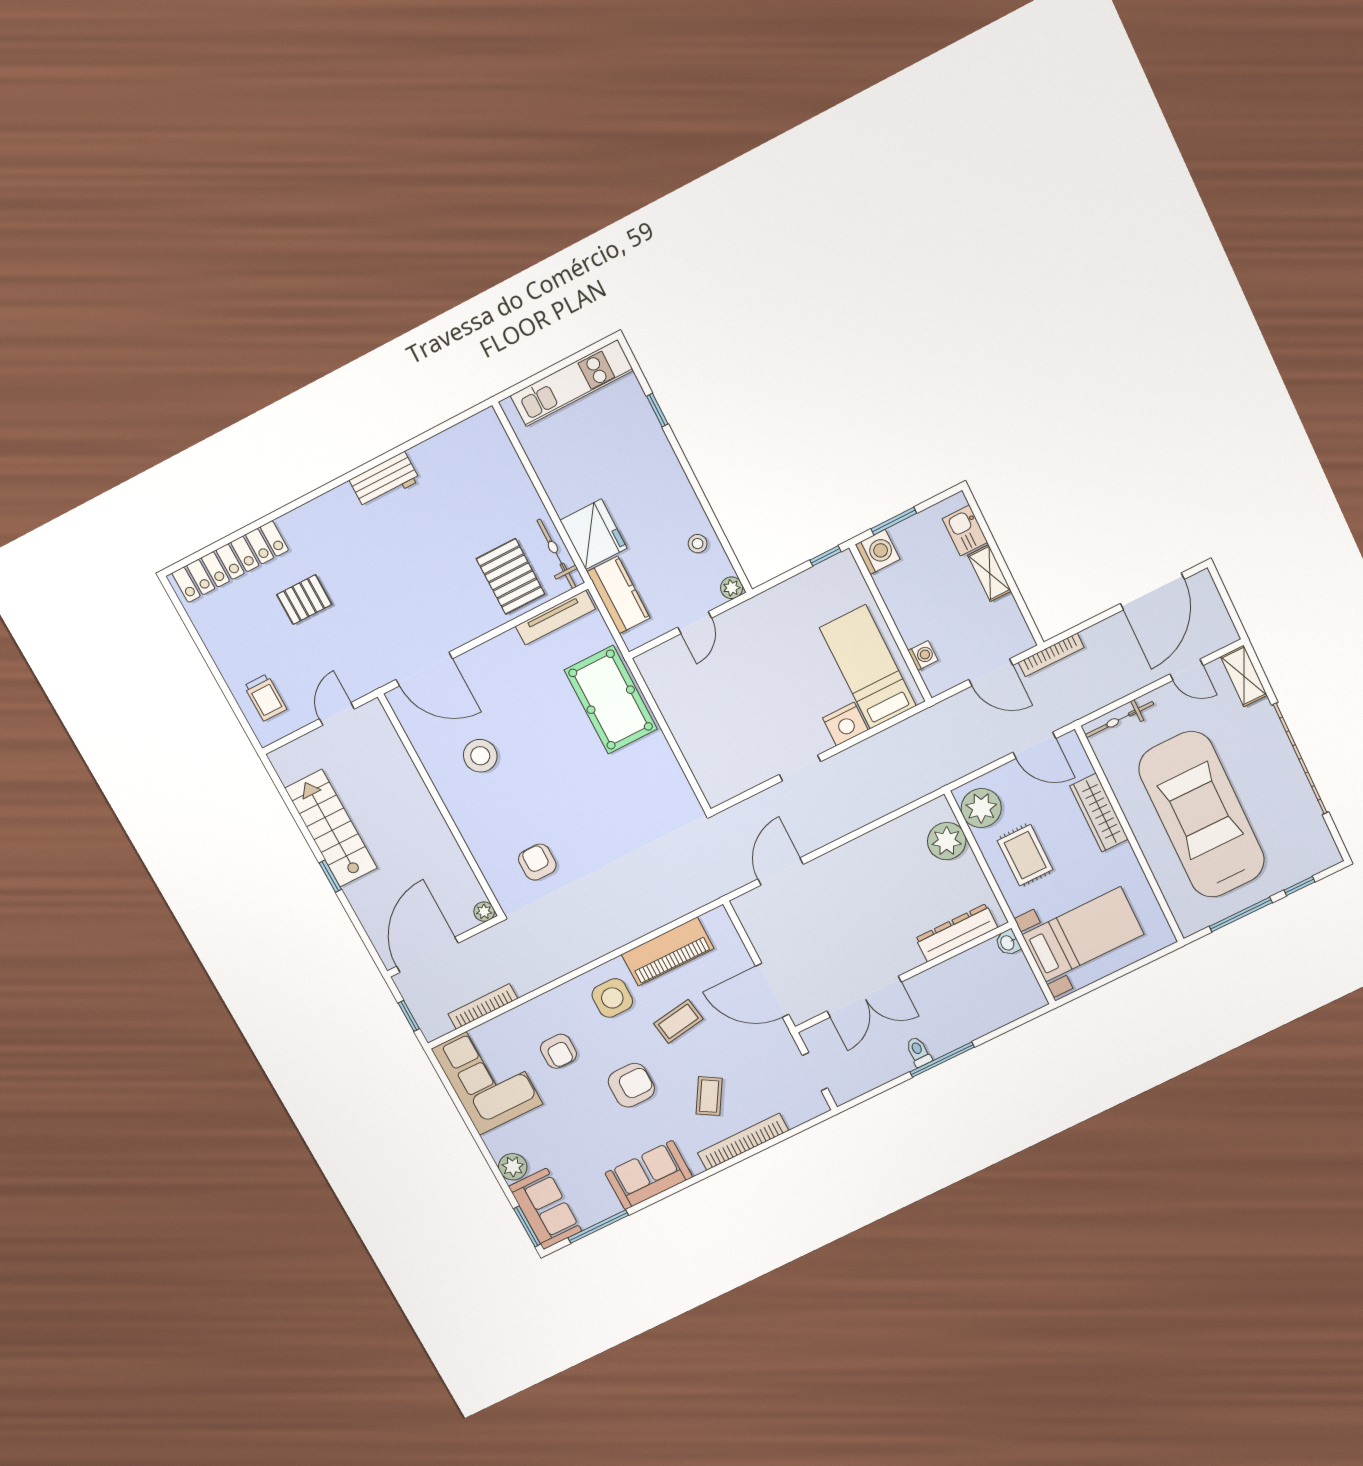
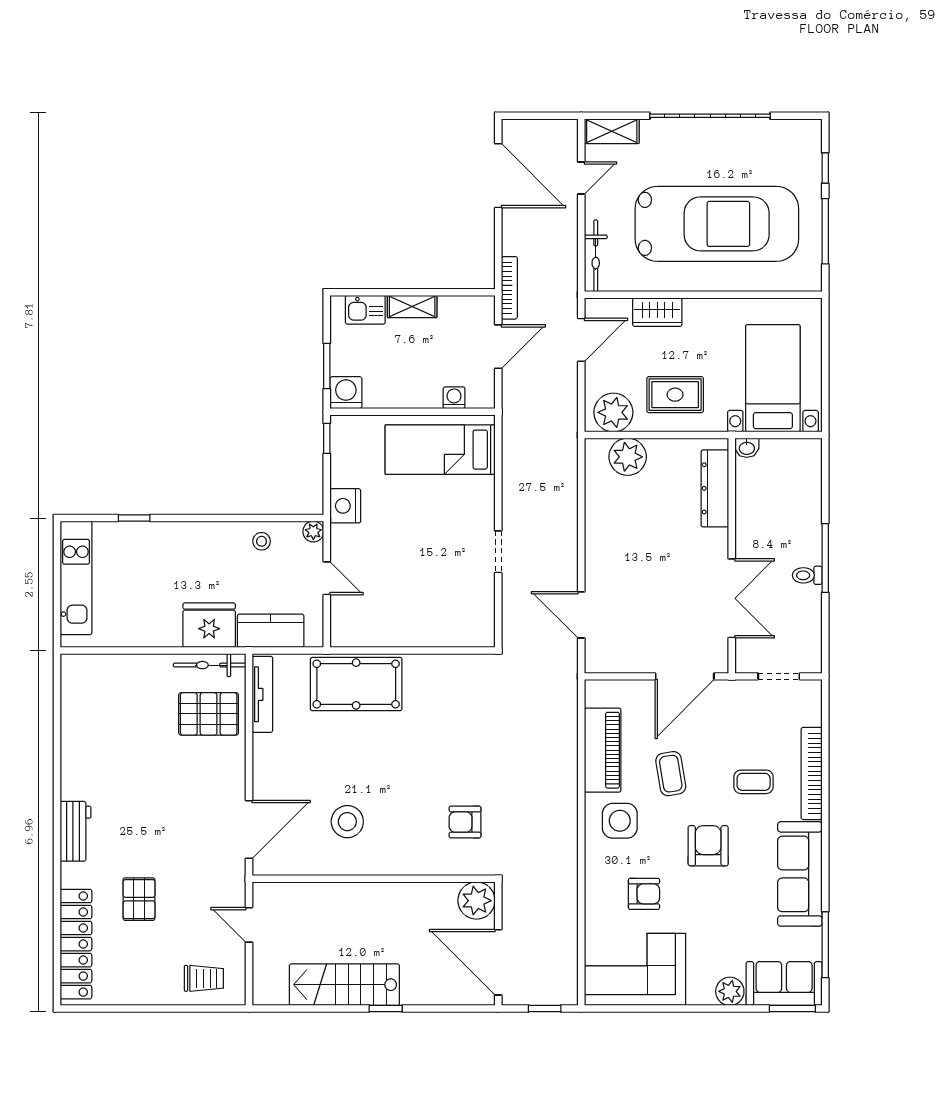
workbench: (385, 480) -> (75, 831), moved
nightstand: (845, 724) -> (345, 506), moved, turned 180
wardrobe: (1099, 813) -> (657, 312), width x0.67
car: (1202, 815) -> (717, 224), turned 180
plant: (484, 912) -> (476, 901), width x1.88, depth x1.88
bookcase: (483, 1006) -> (569, 939), removed
coffee table: (709, 1096) -> (754, 782), turned -31
sofa: (649, 1175) -> (800, 874), width x1.36

